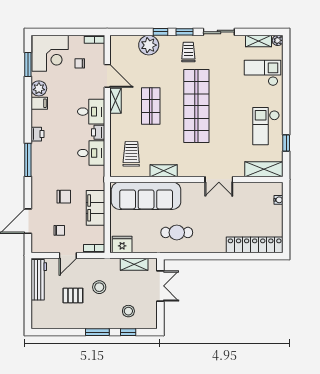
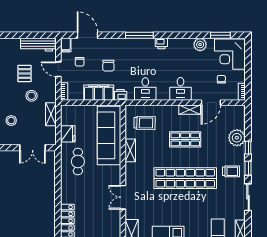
filing cabinet: (39, 103) -> (66, 45), moved
printer: (98, 132) -> (121, 95), moved
fridge: (122, 244) -> (68, 134), moved
shelving: (134, 264) -> (51, 114), moved

